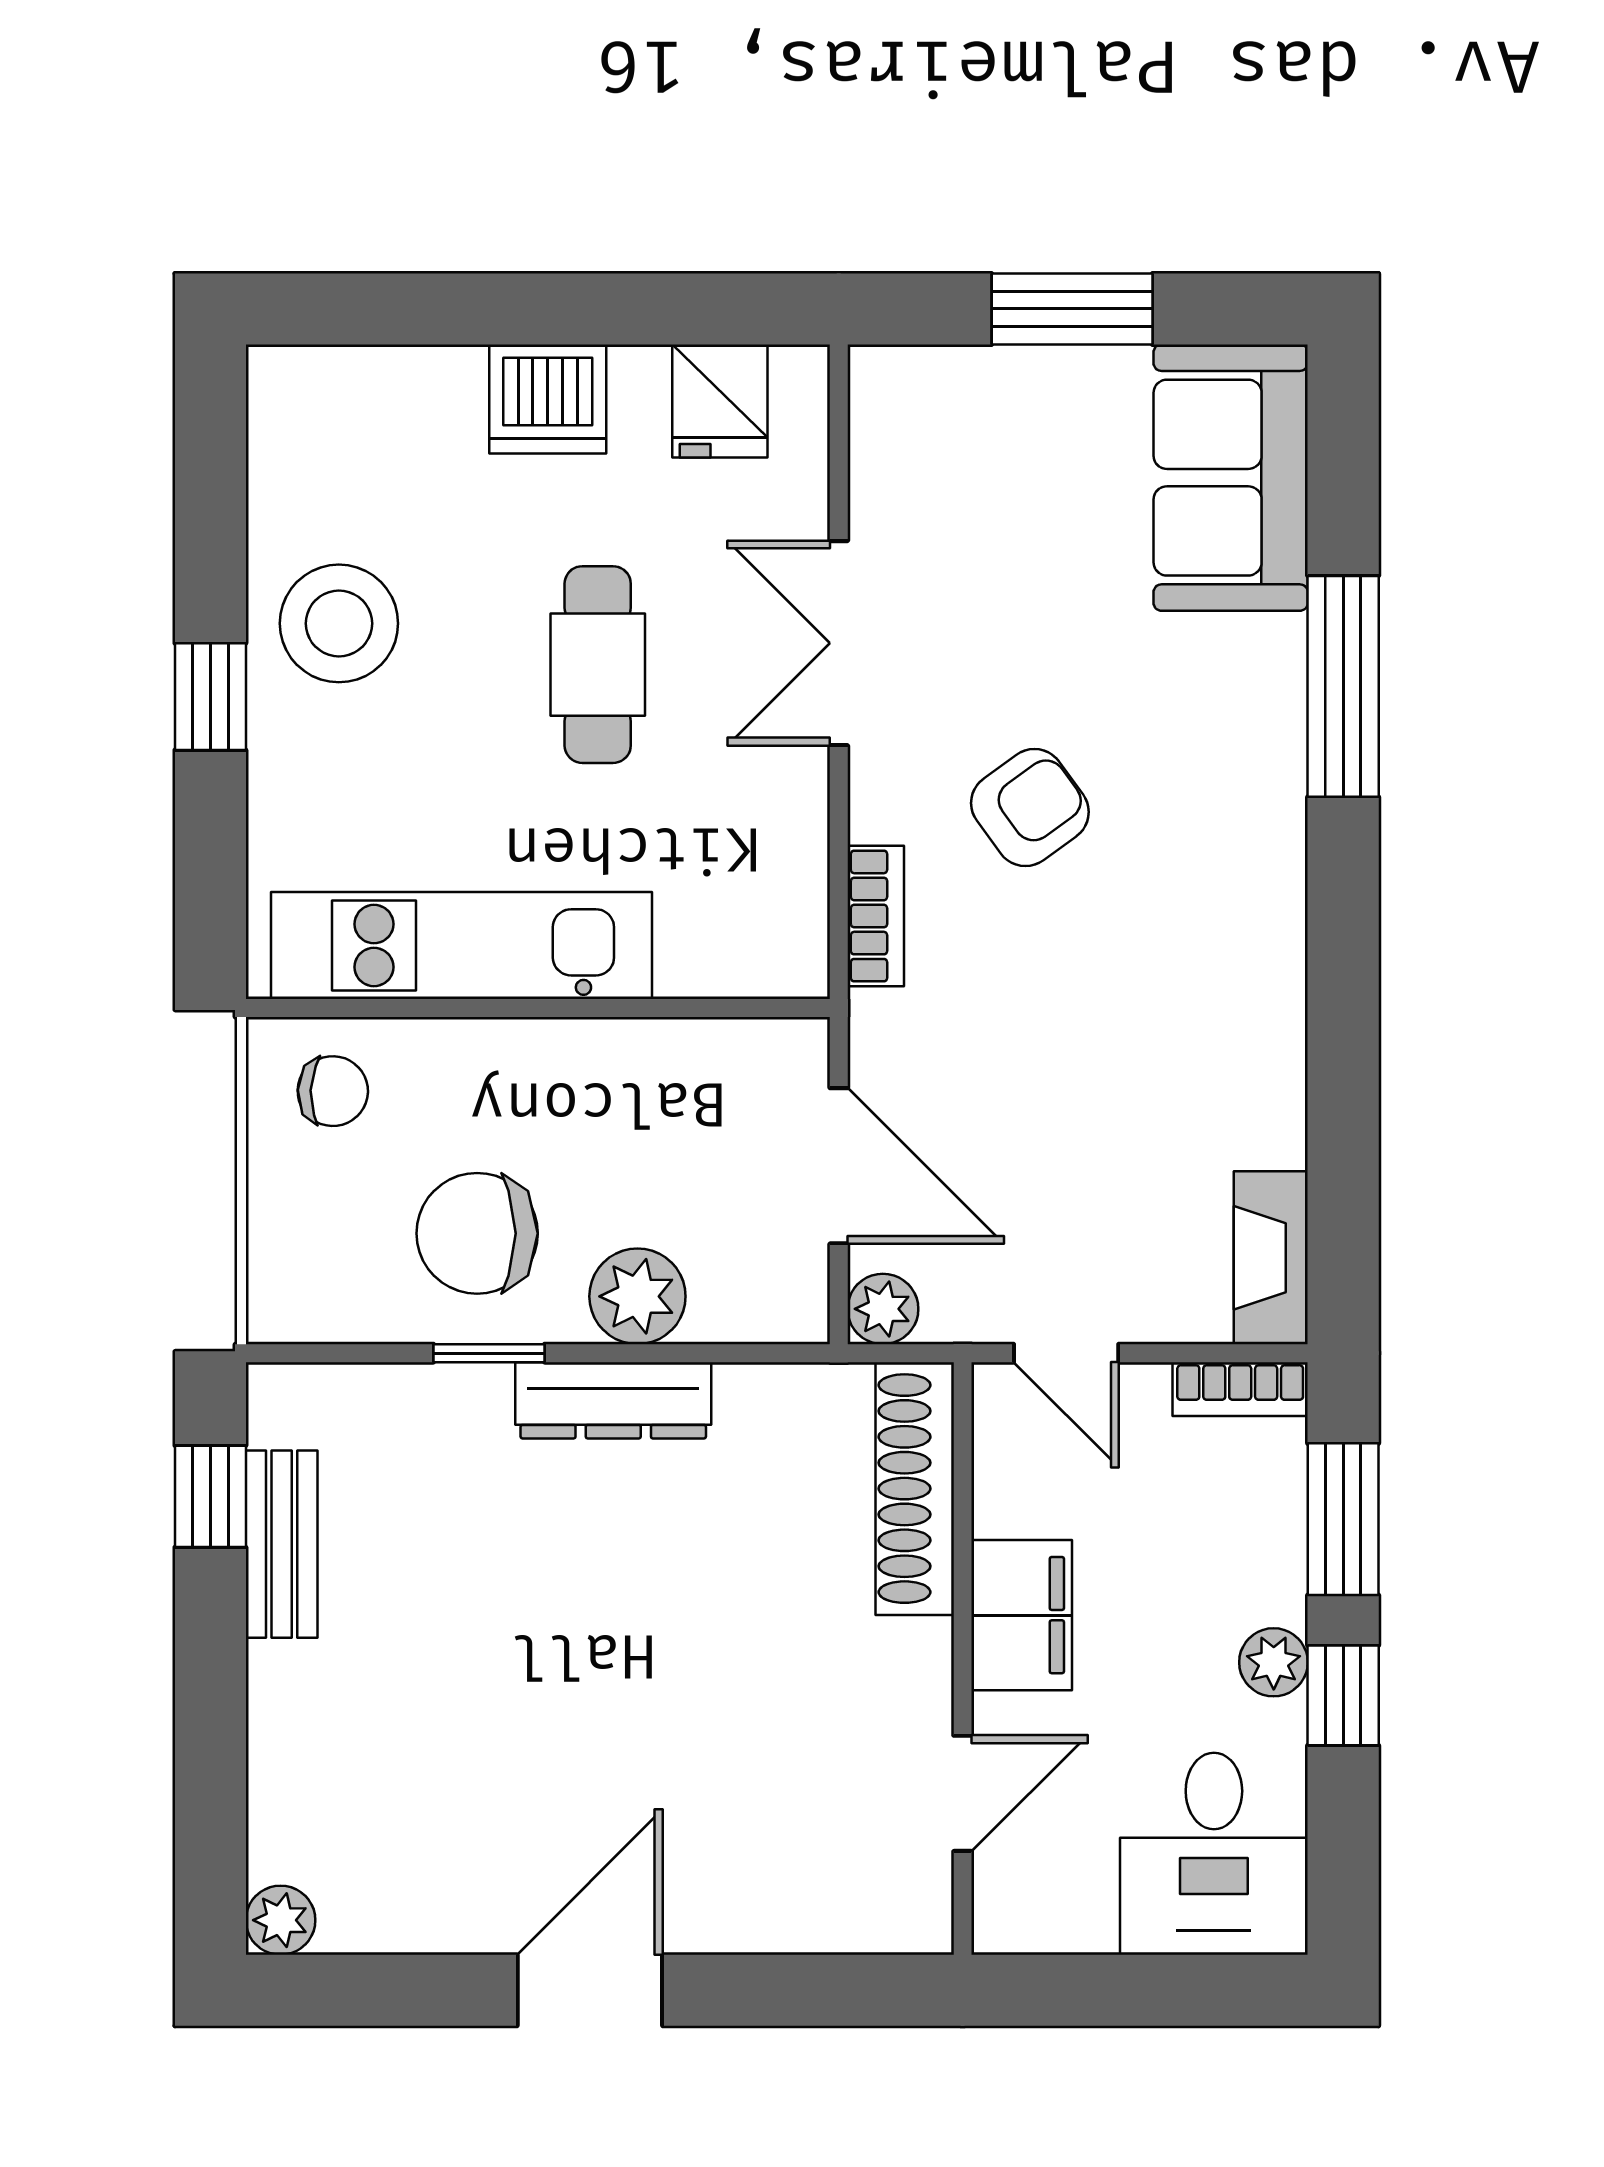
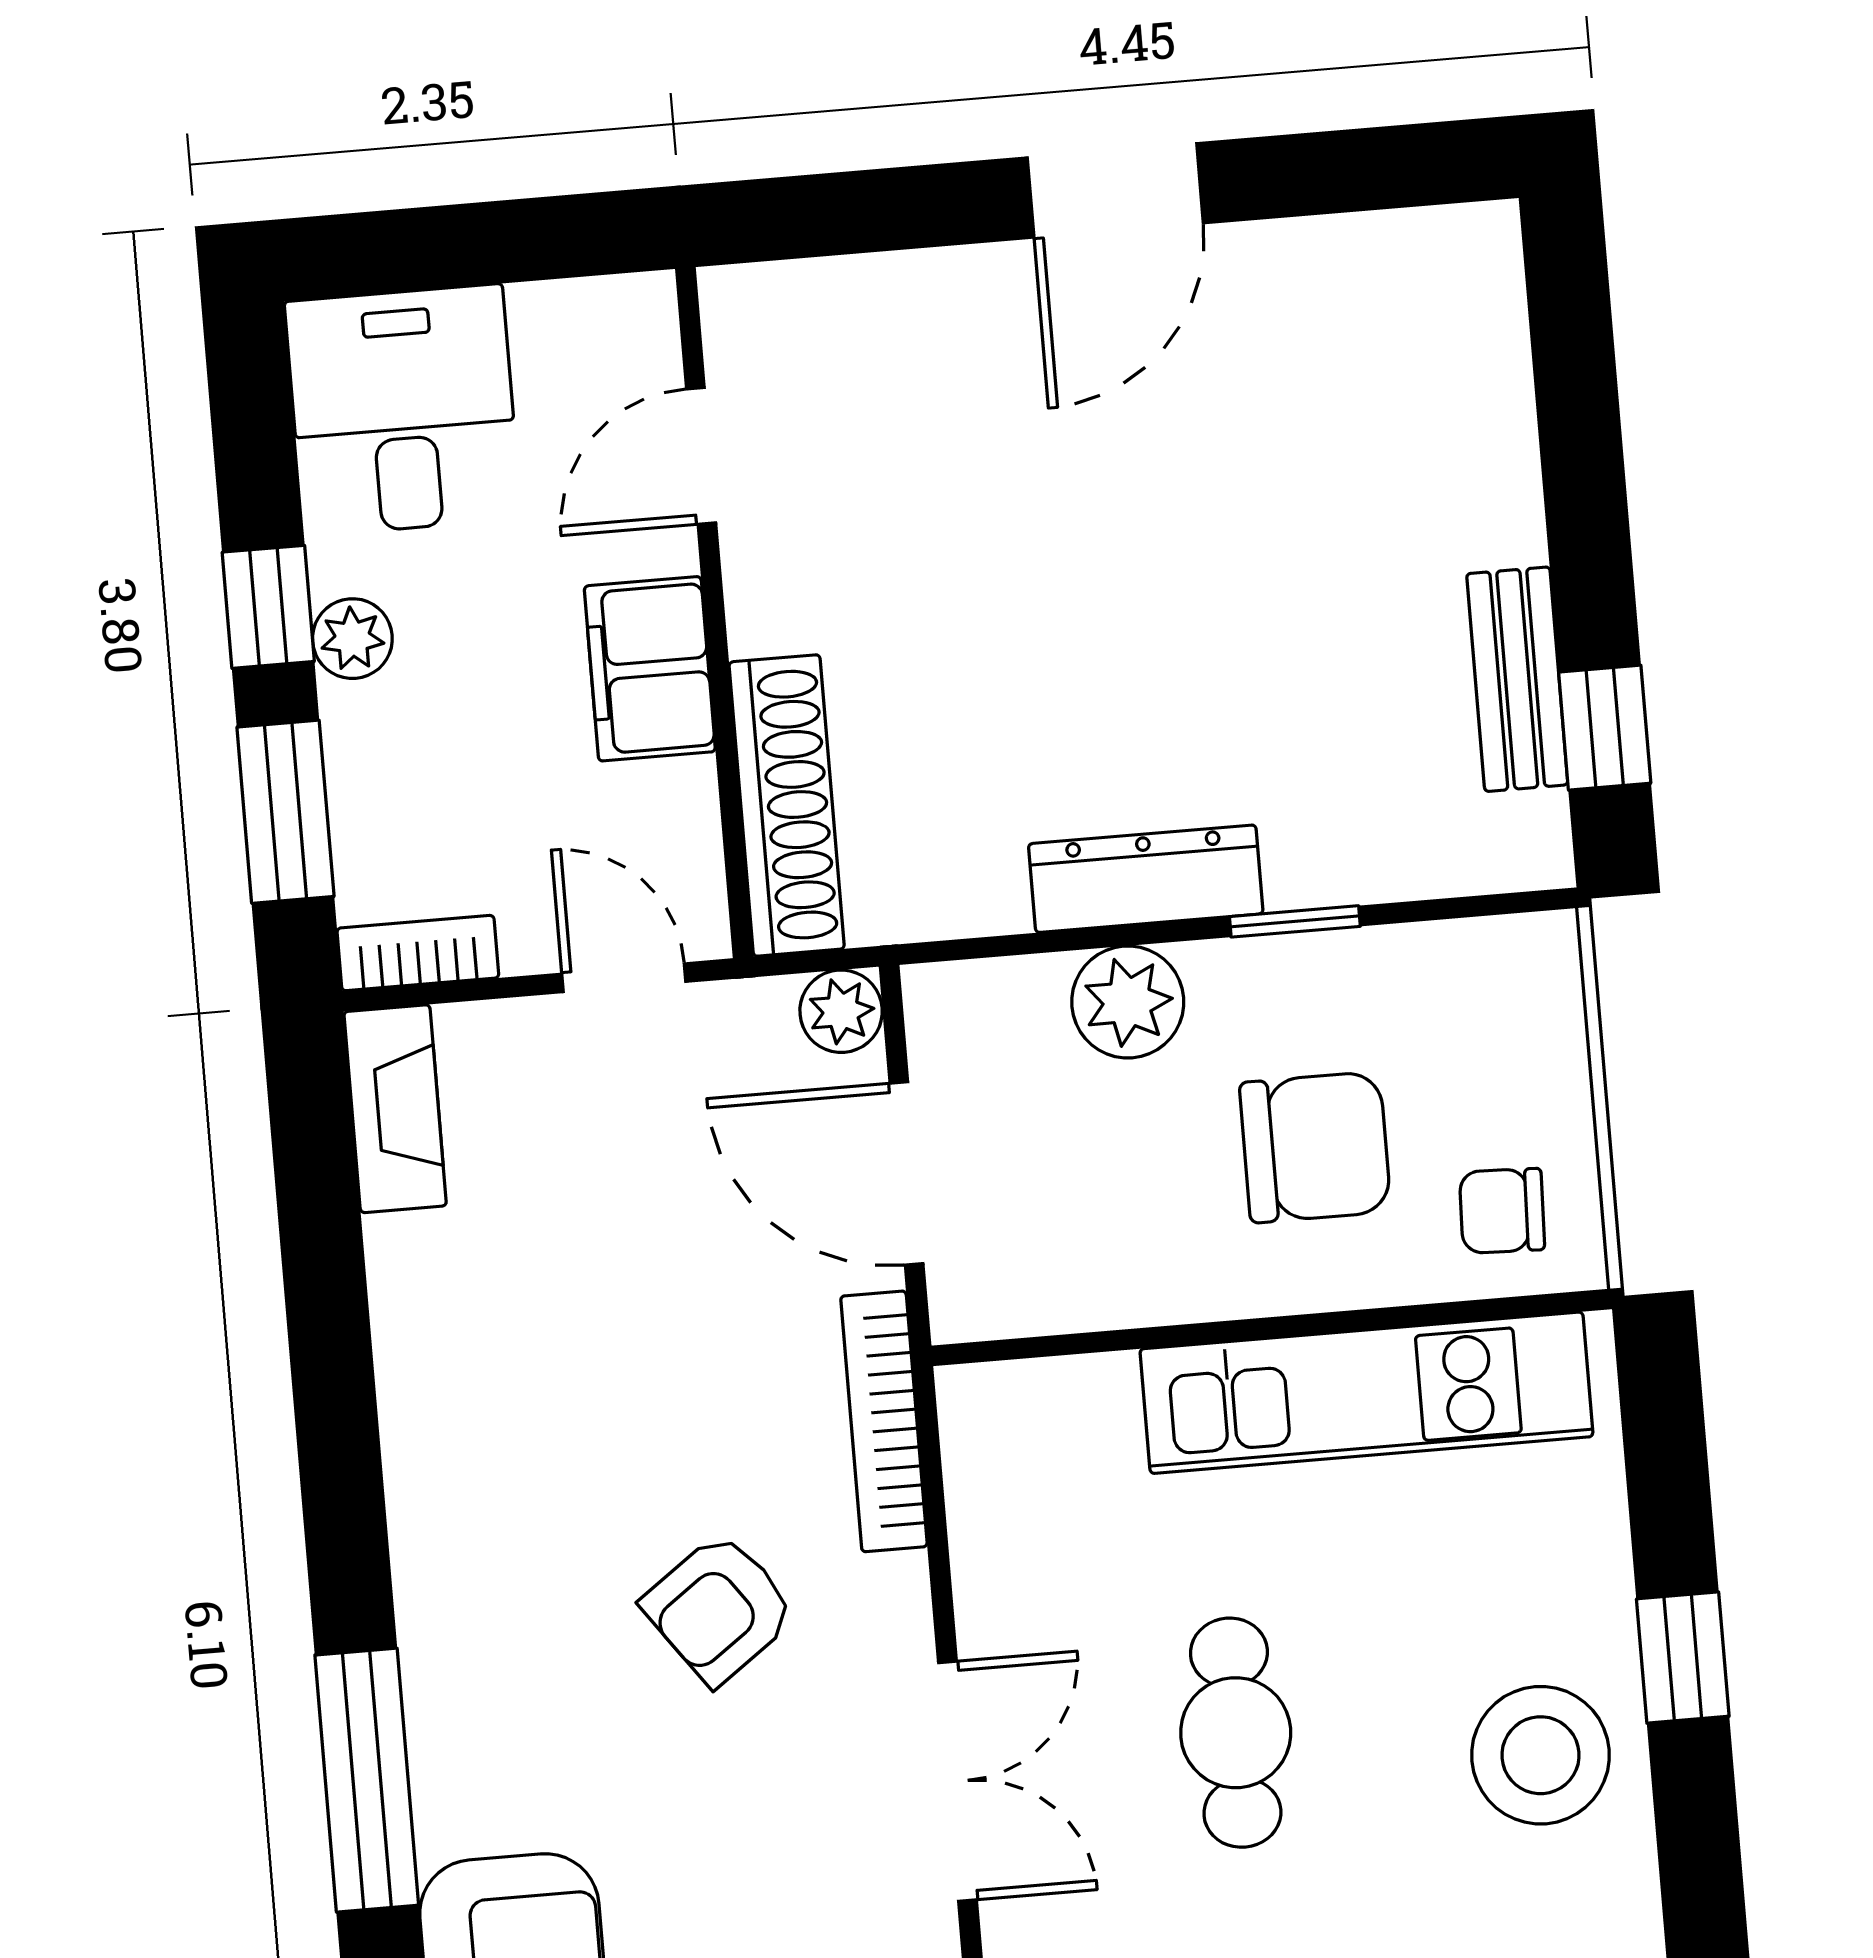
bookcase: (876, 916) -> (884, 1421), width x1.56
chair: (477, 1233) -> (1315, 1147), moved
plant: (281, 1920) -> (1482, 242), removed

